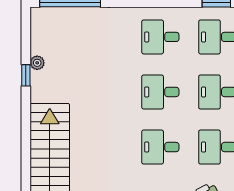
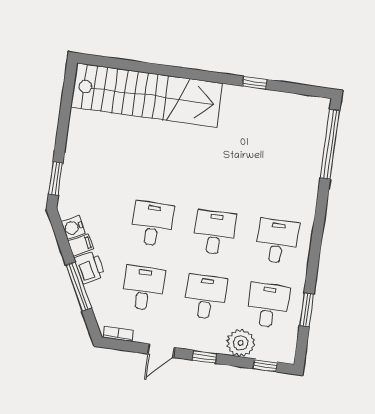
plant: (37, 63) -> (267, 98), removed

